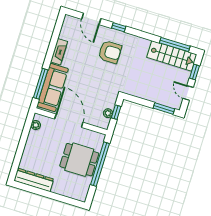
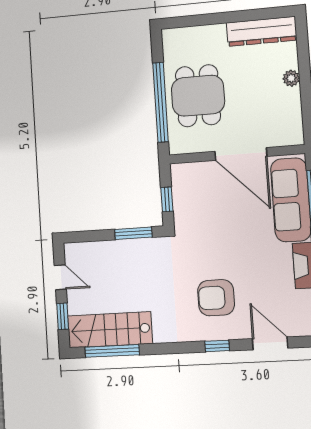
window: (164, 108) -> (133, 233), moved
plant: (108, 113) -> (180, 192), removed
plant: (36, 125) -> (291, 78), moved
dining table: (79, 160) -> (198, 96), turned 90

